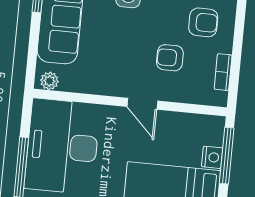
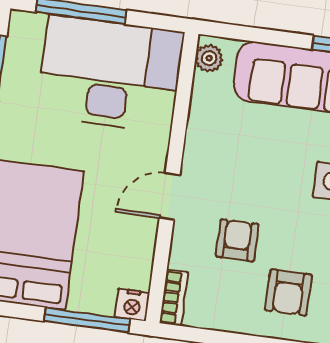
bookcase: (223, 72) -> (174, 298), moved, turned 90
nightstand: (212, 157) -> (132, 305), moved

